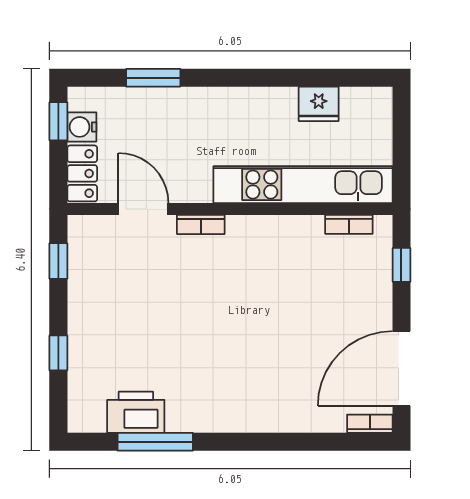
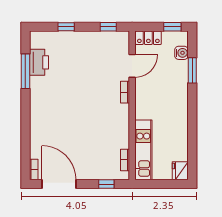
fridge: (319, 104) -> (180, 171), moved
water cooler: (82, 127) -> (181, 53), moved, turned 90
kitchen unit: (303, 185) -> (143, 150), width x0.73

